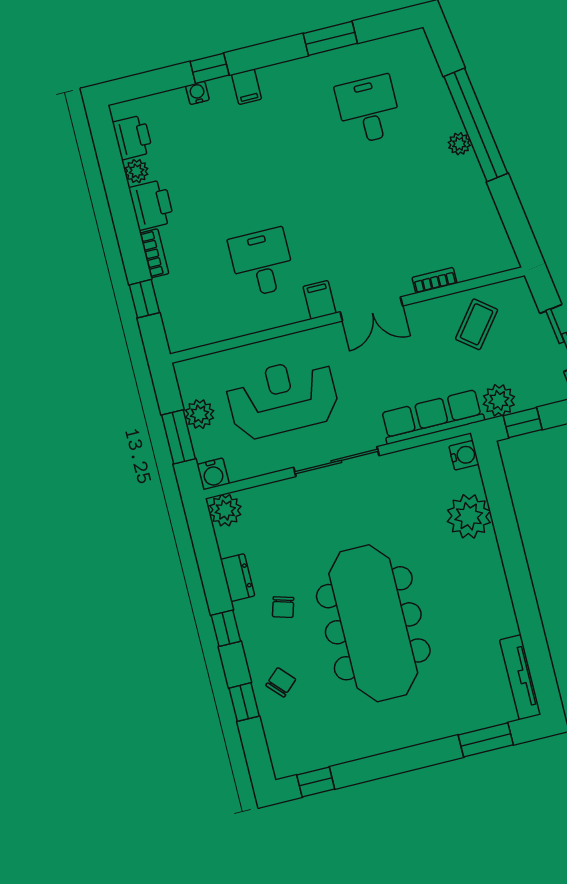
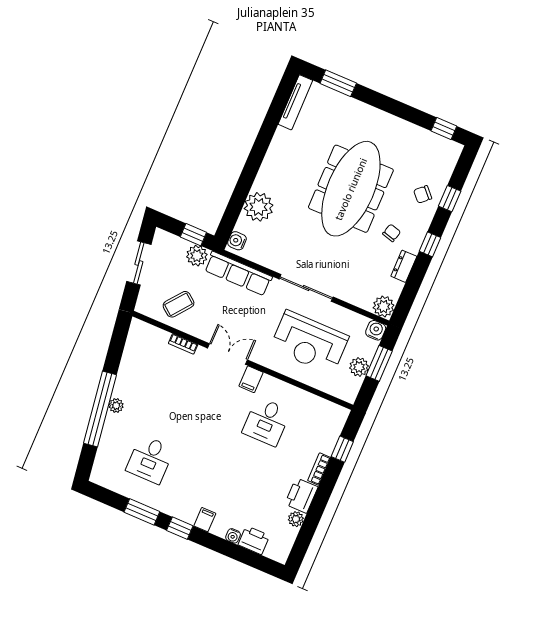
window: (210, 68) -> (180, 528), moved
printer: (133, 137) -> (254, 540), moved, turned 90

